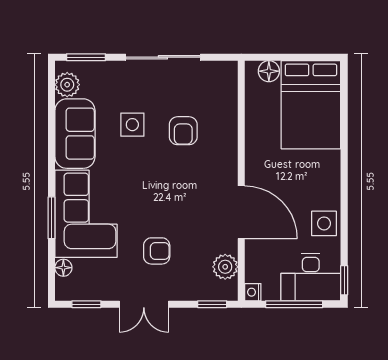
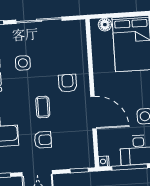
armchair: (183, 131) -> (68, 83), moved, turned 180
coffee table: (160, 198) -> (43, 107), added
plant: (225, 267) -> (86, 147), removed

